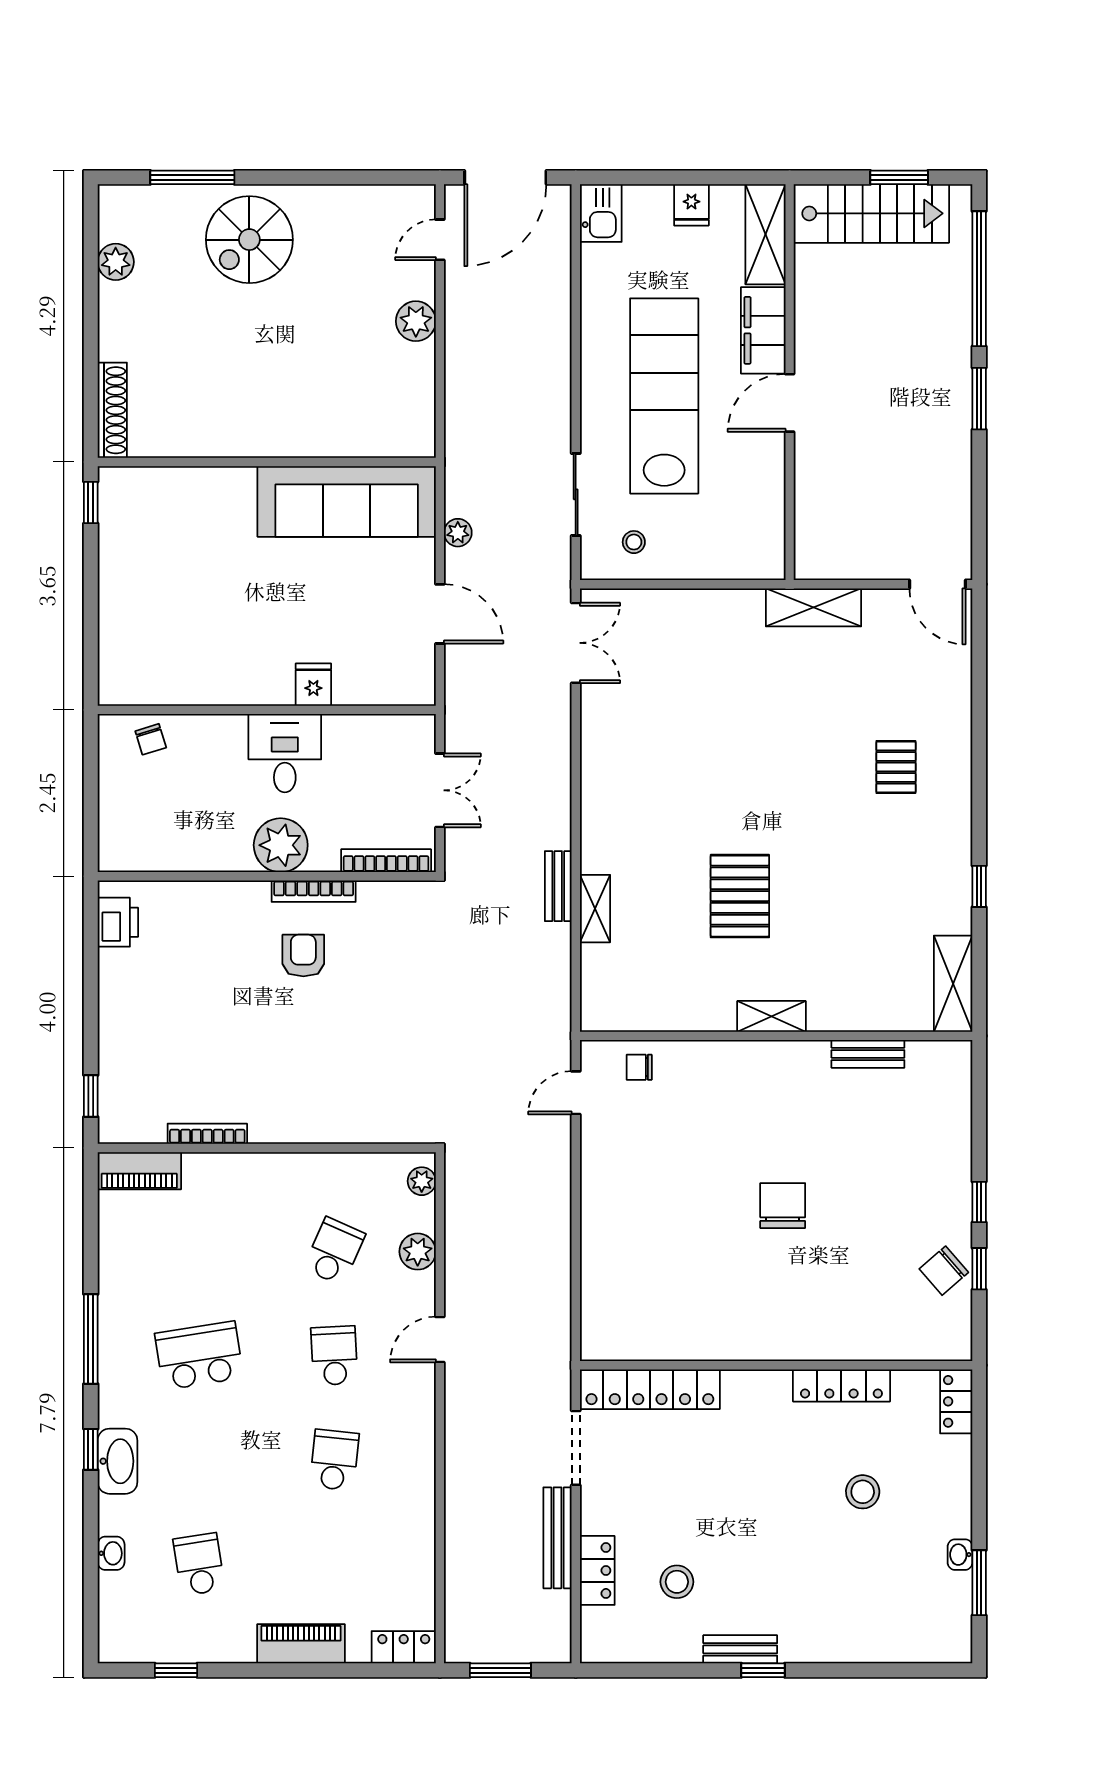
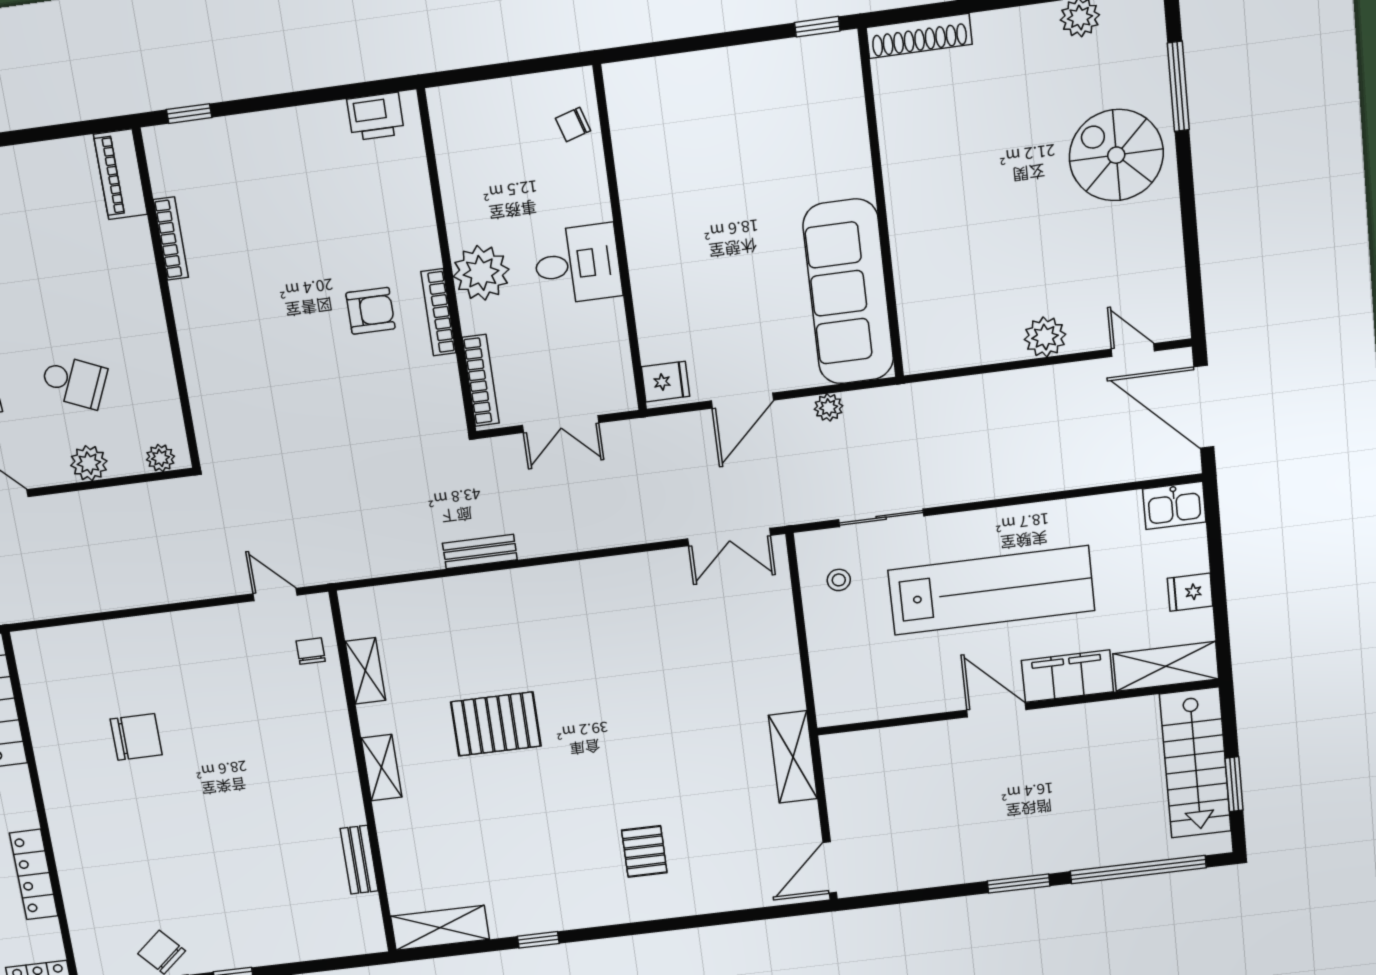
fridge: (313, 685) -> (666, 382), moved
pallet: (896, 767) -> (644, 851), turned 90
shelving: (595, 909) -> (365, 671), moved, turned 90
chair: (783, 1206) -> (136, 737), moved

